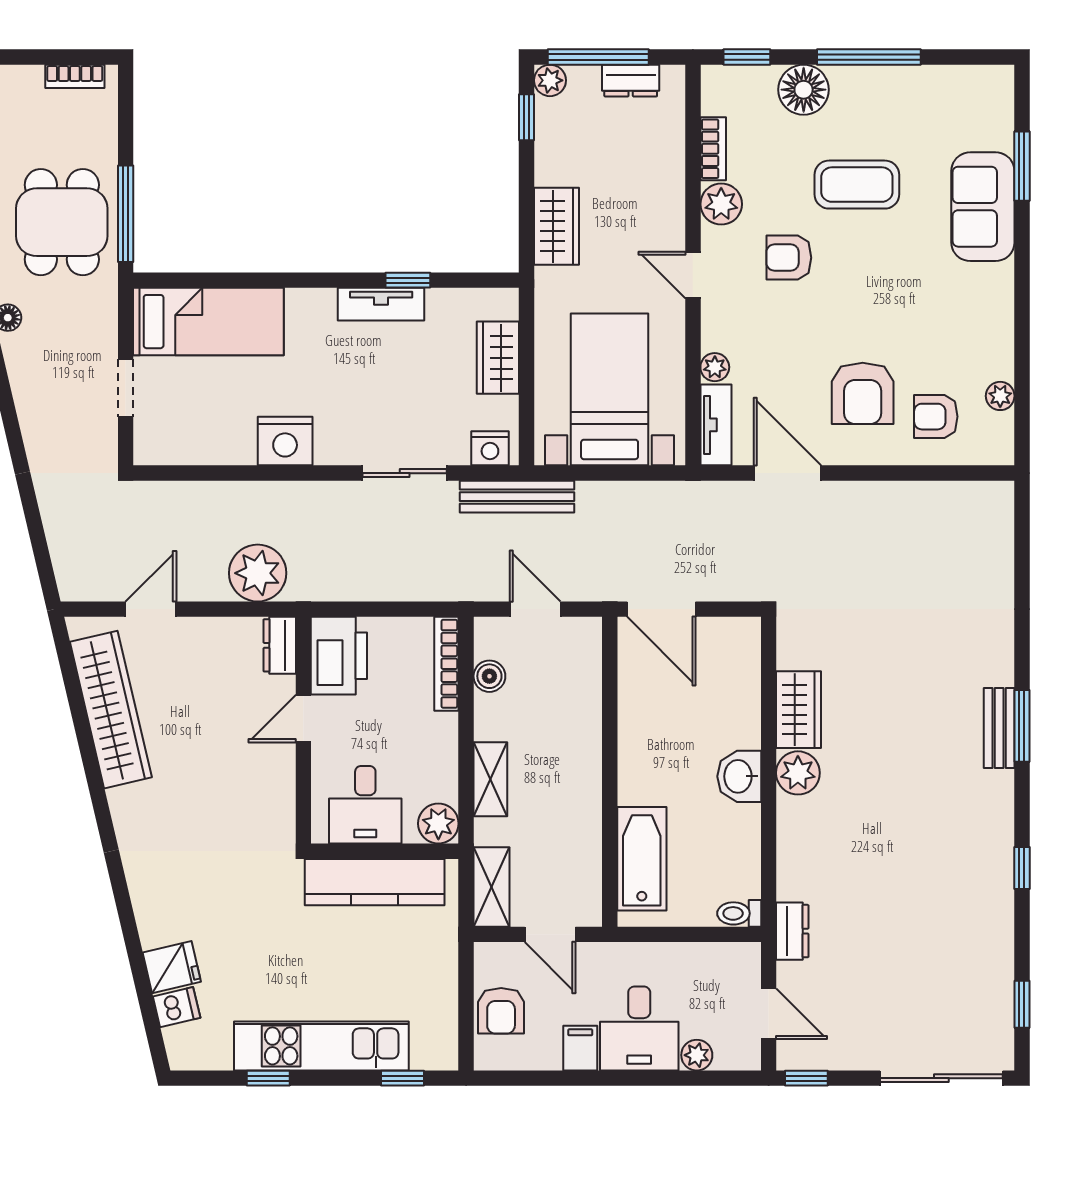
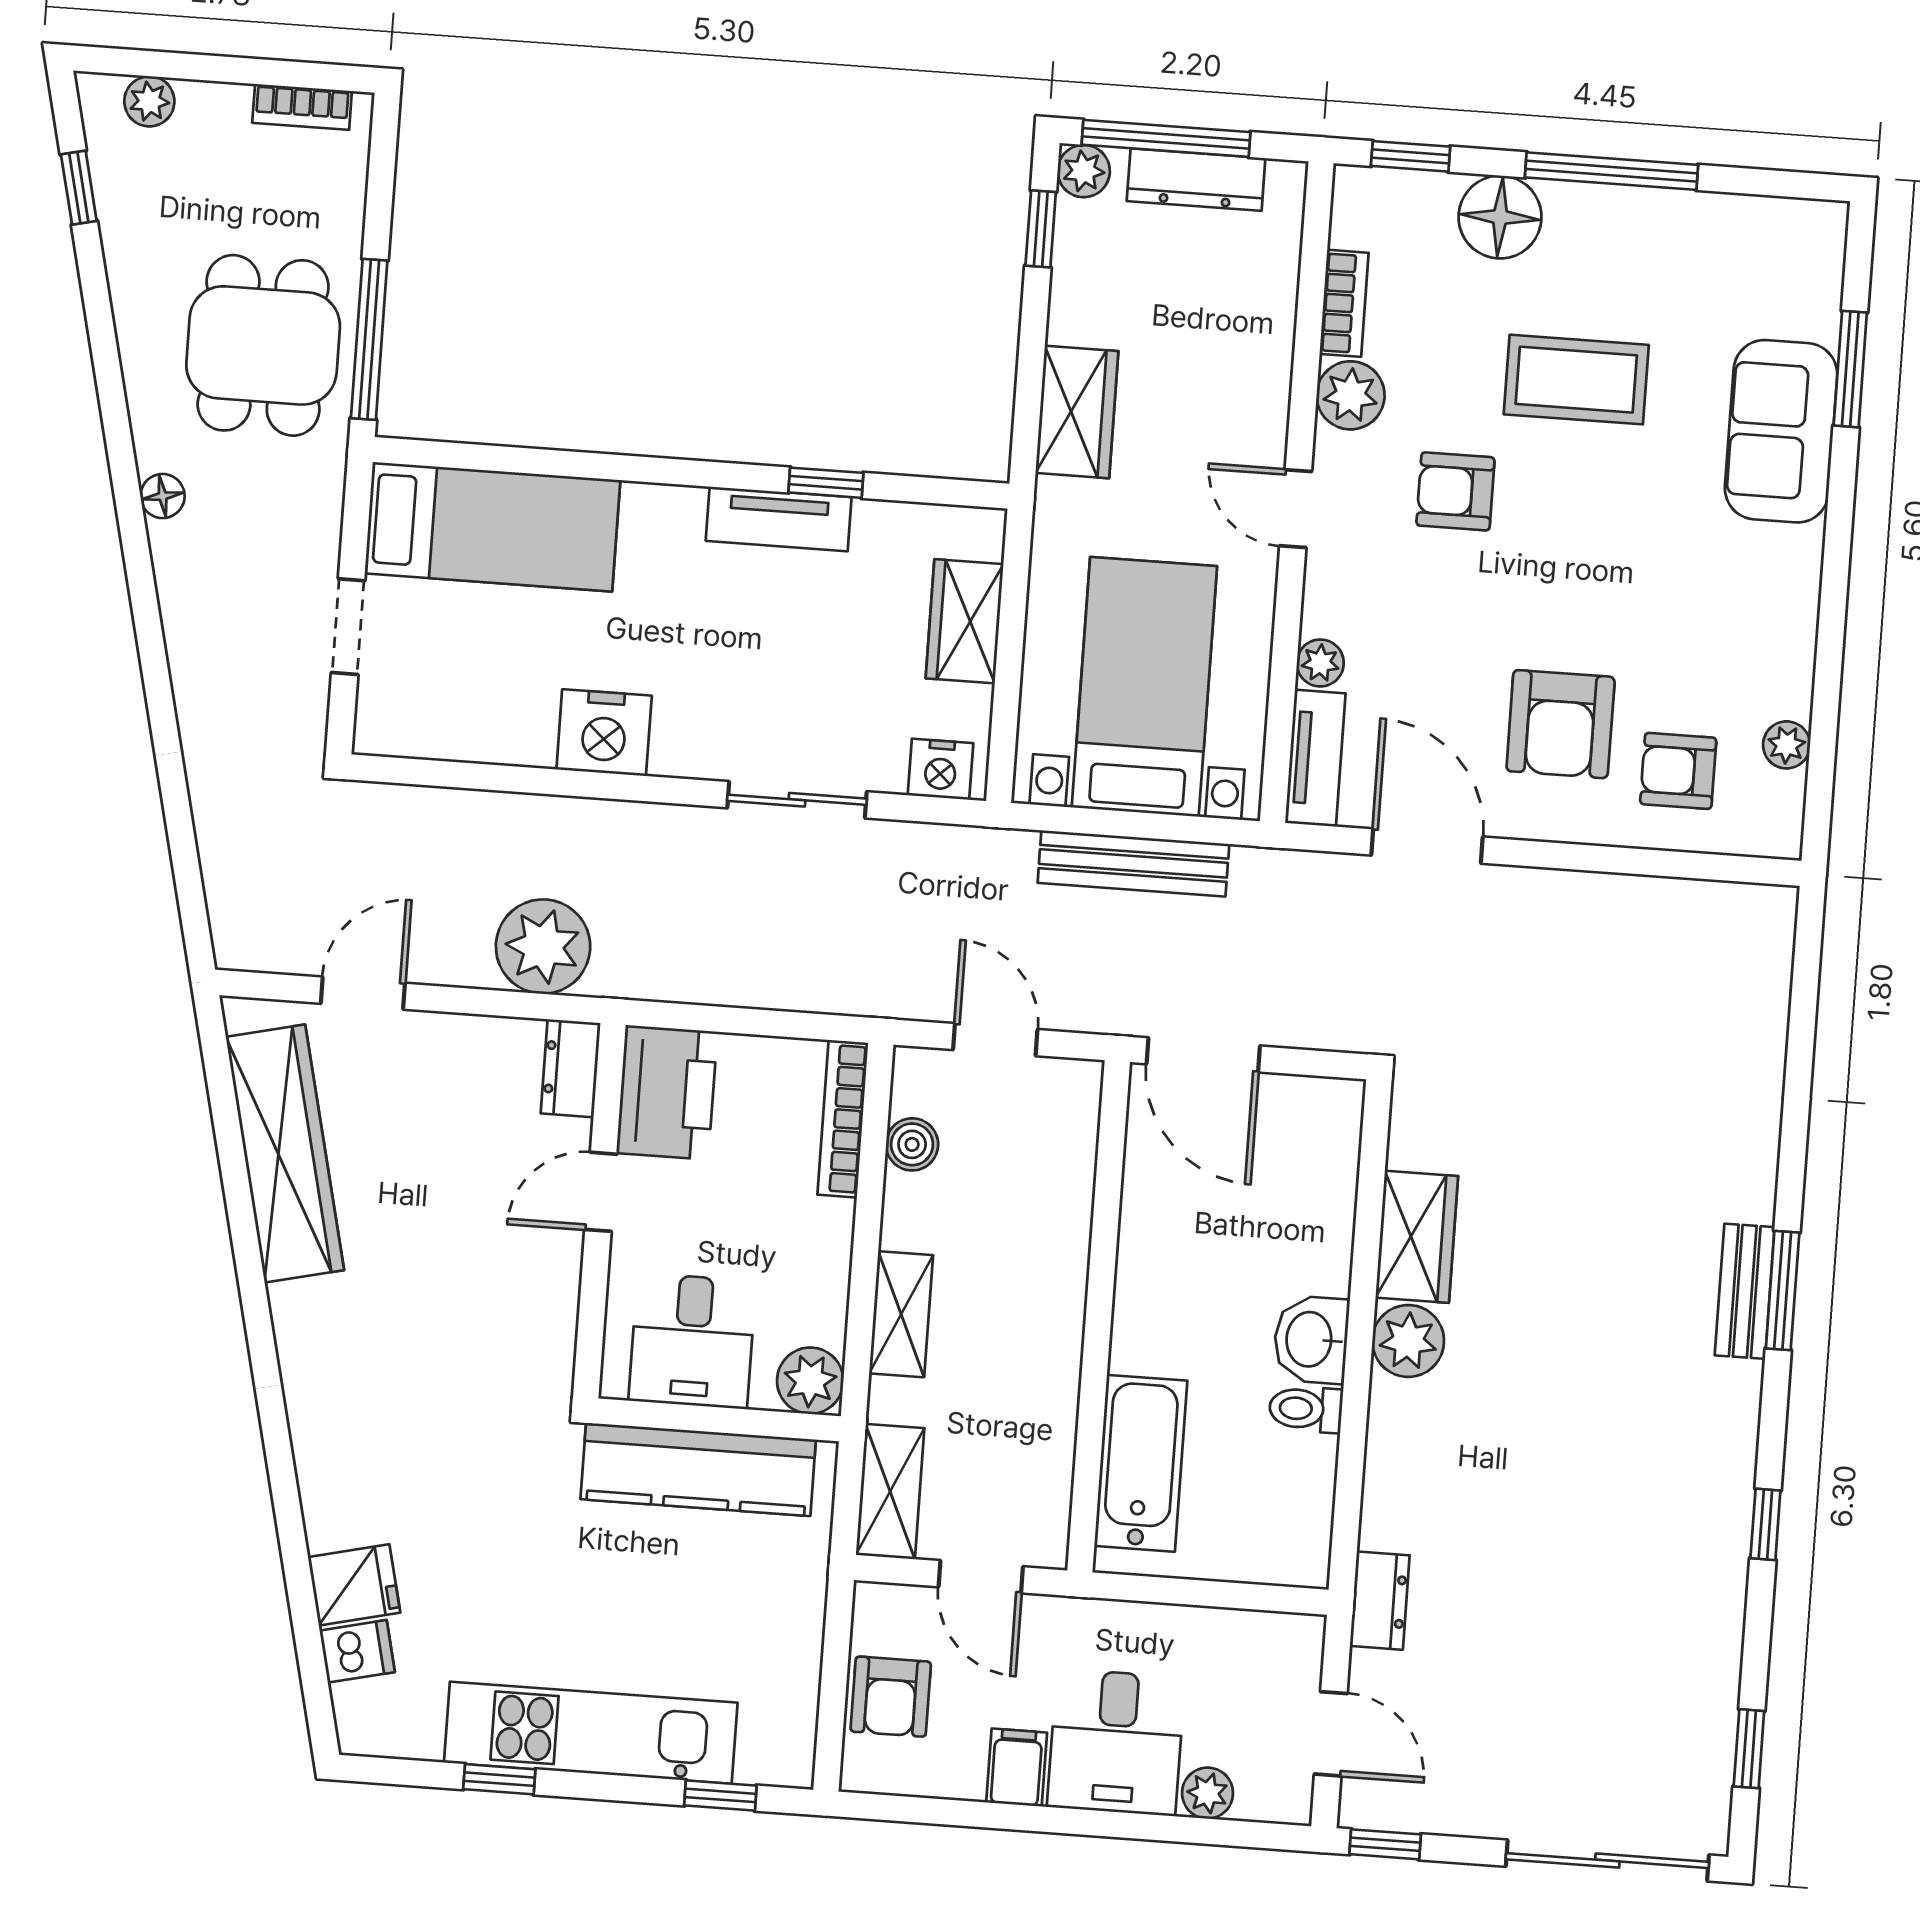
dresser: (631, 81) -> (1196, 180), width x1.44
bench: (517, 497) -> (1133, 863), moved
toilet: (739, 913) -> (1306, 1409), moved

